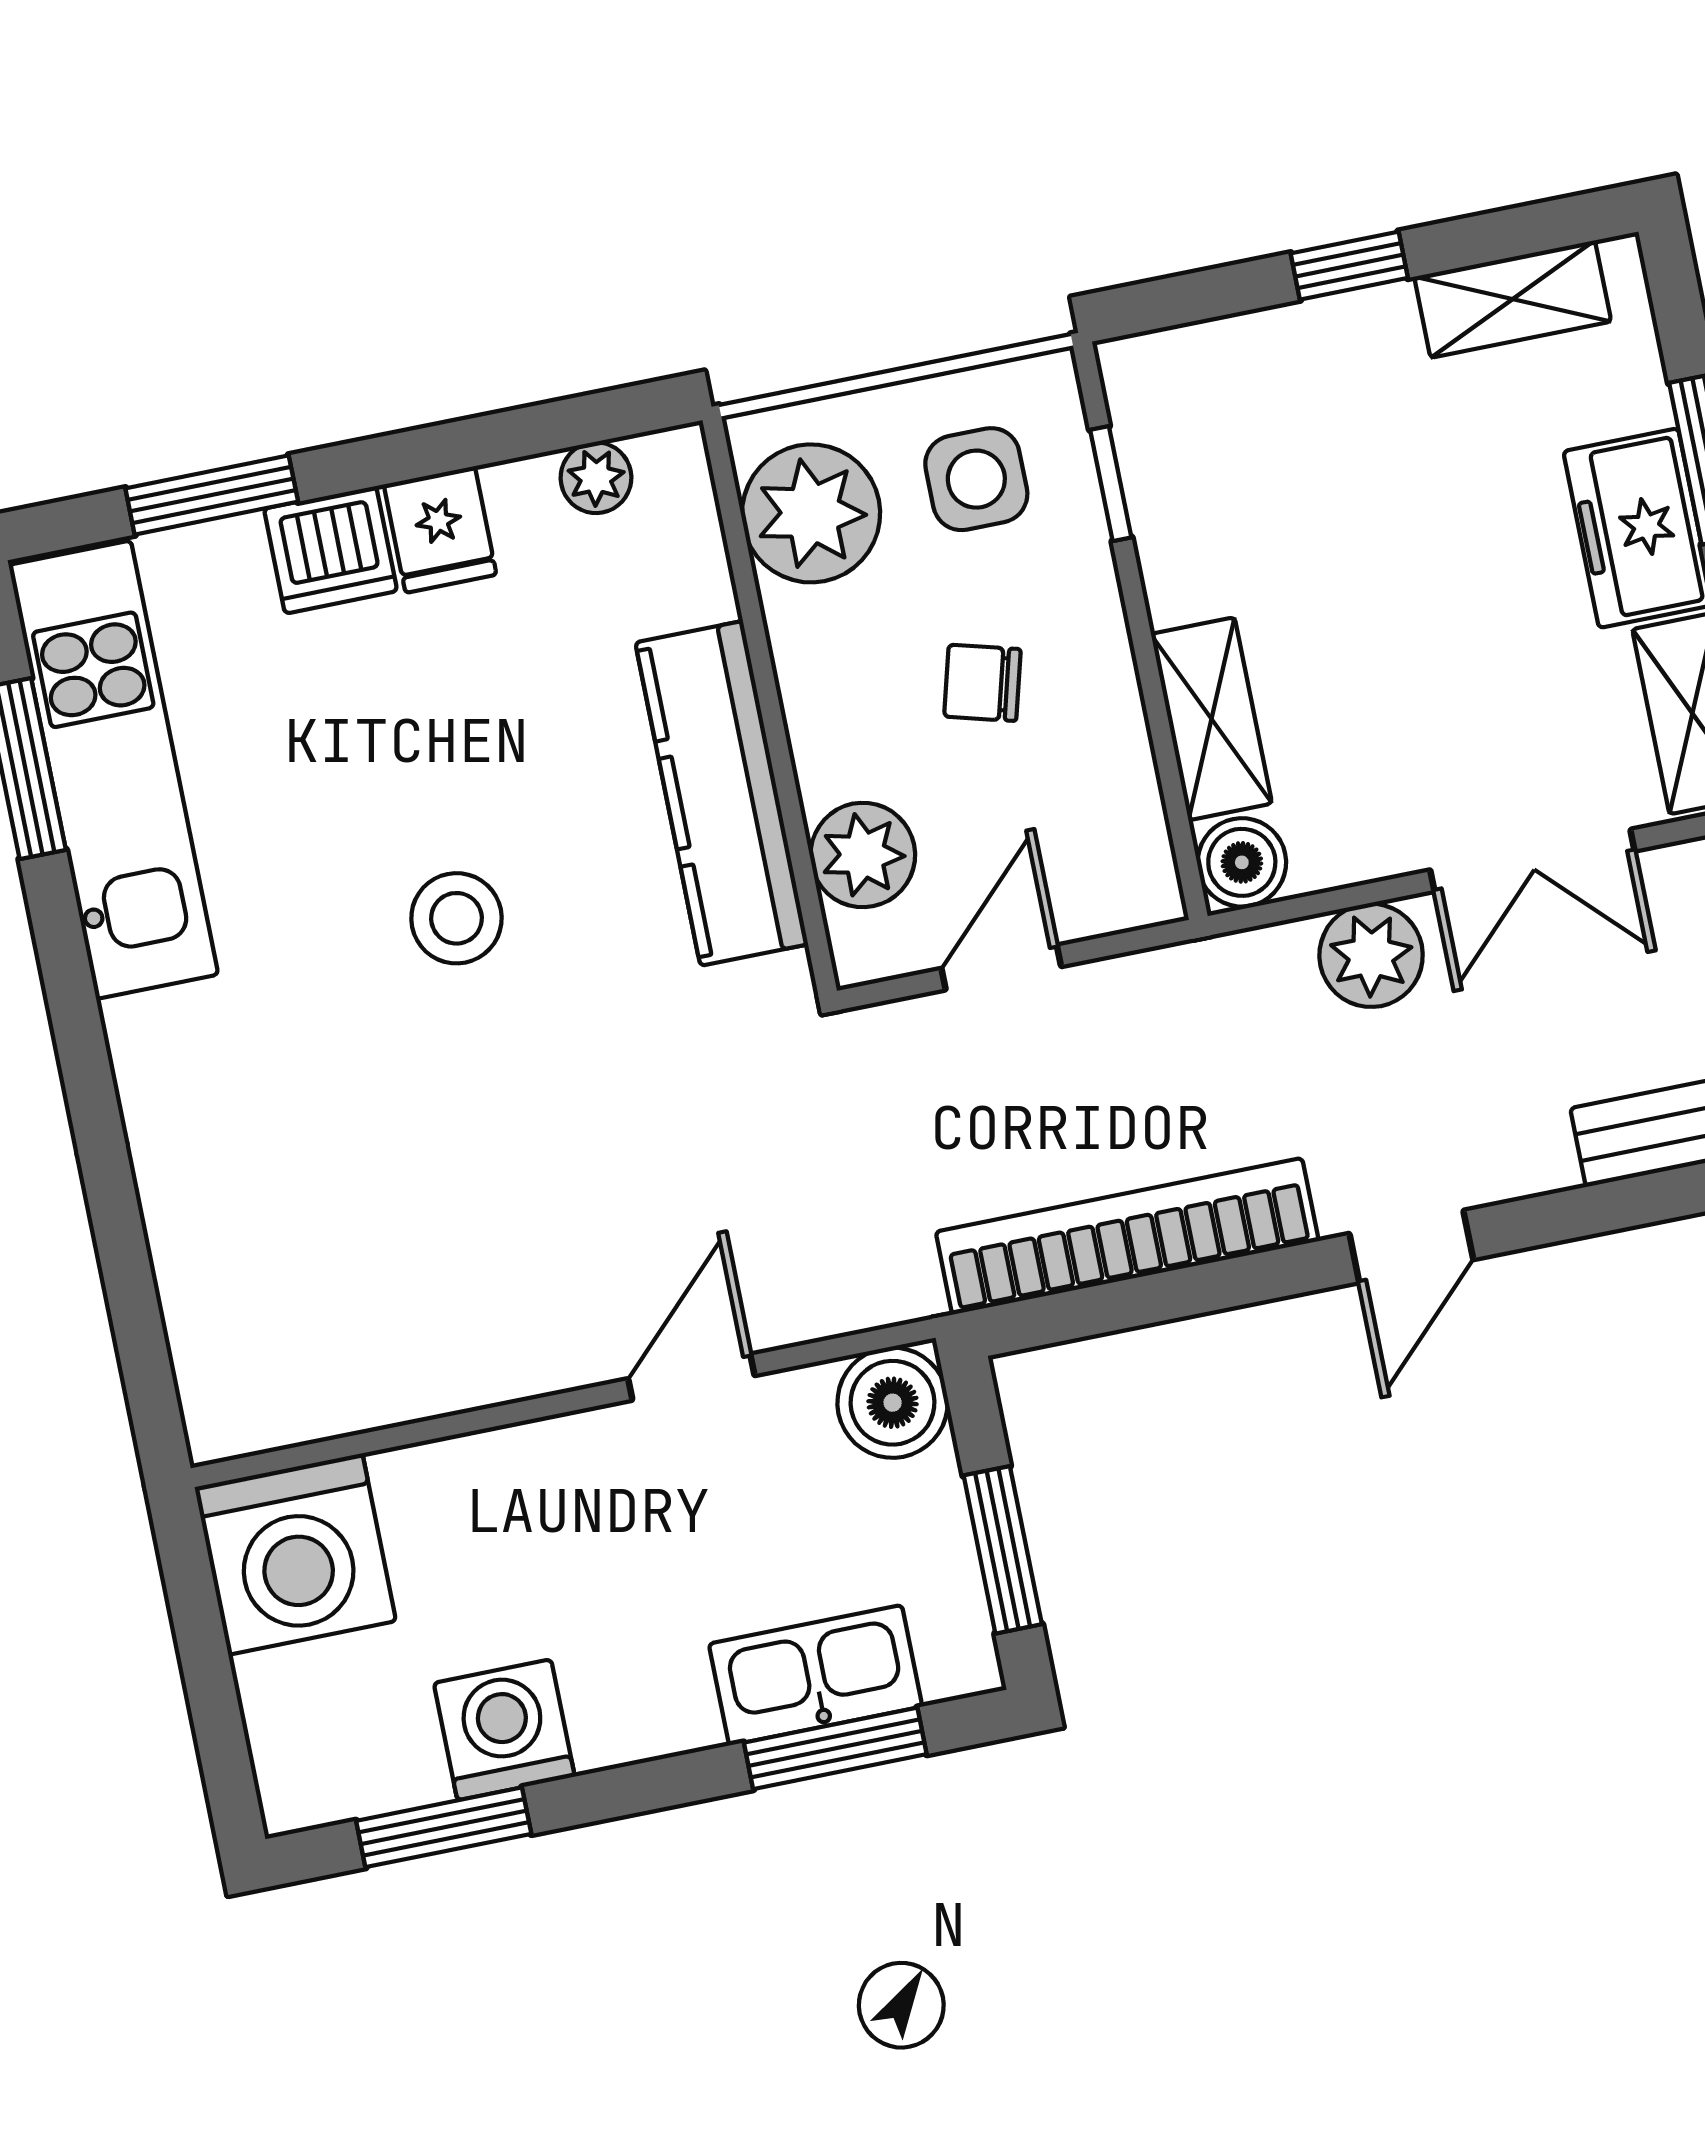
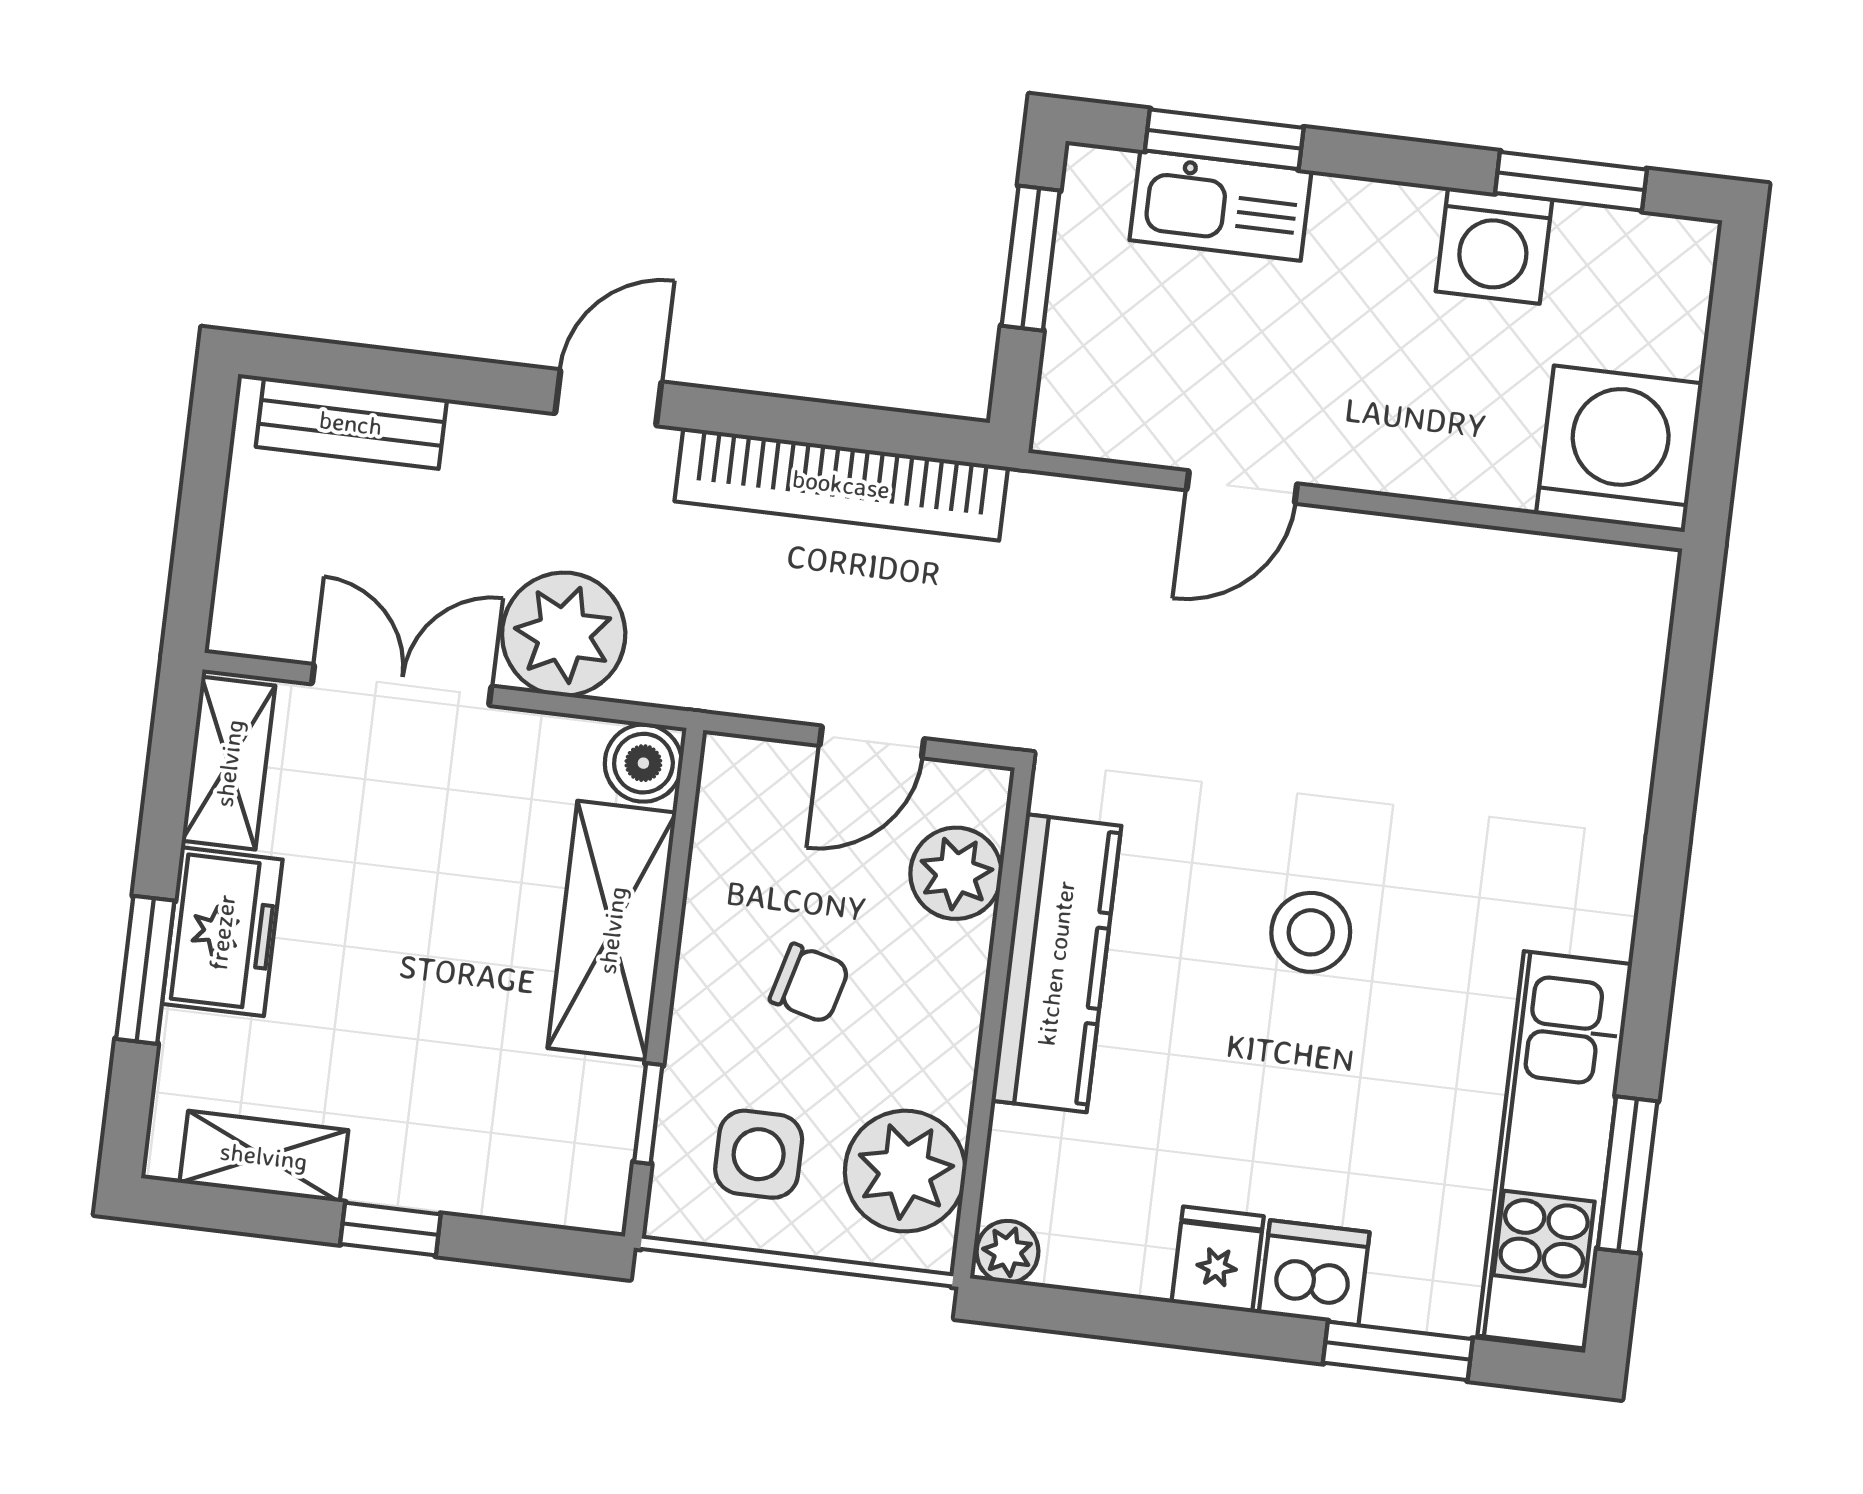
plant: (596, 478) -> (1007, 1252), moved
shelving: (1211, 719) -> (612, 930), width x1.50, depth x1.33
plant: (1371, 955) -> (564, 634), width x1.36, depth x1.36
boiler: (893, 1403) -> (1082, 410), removed

